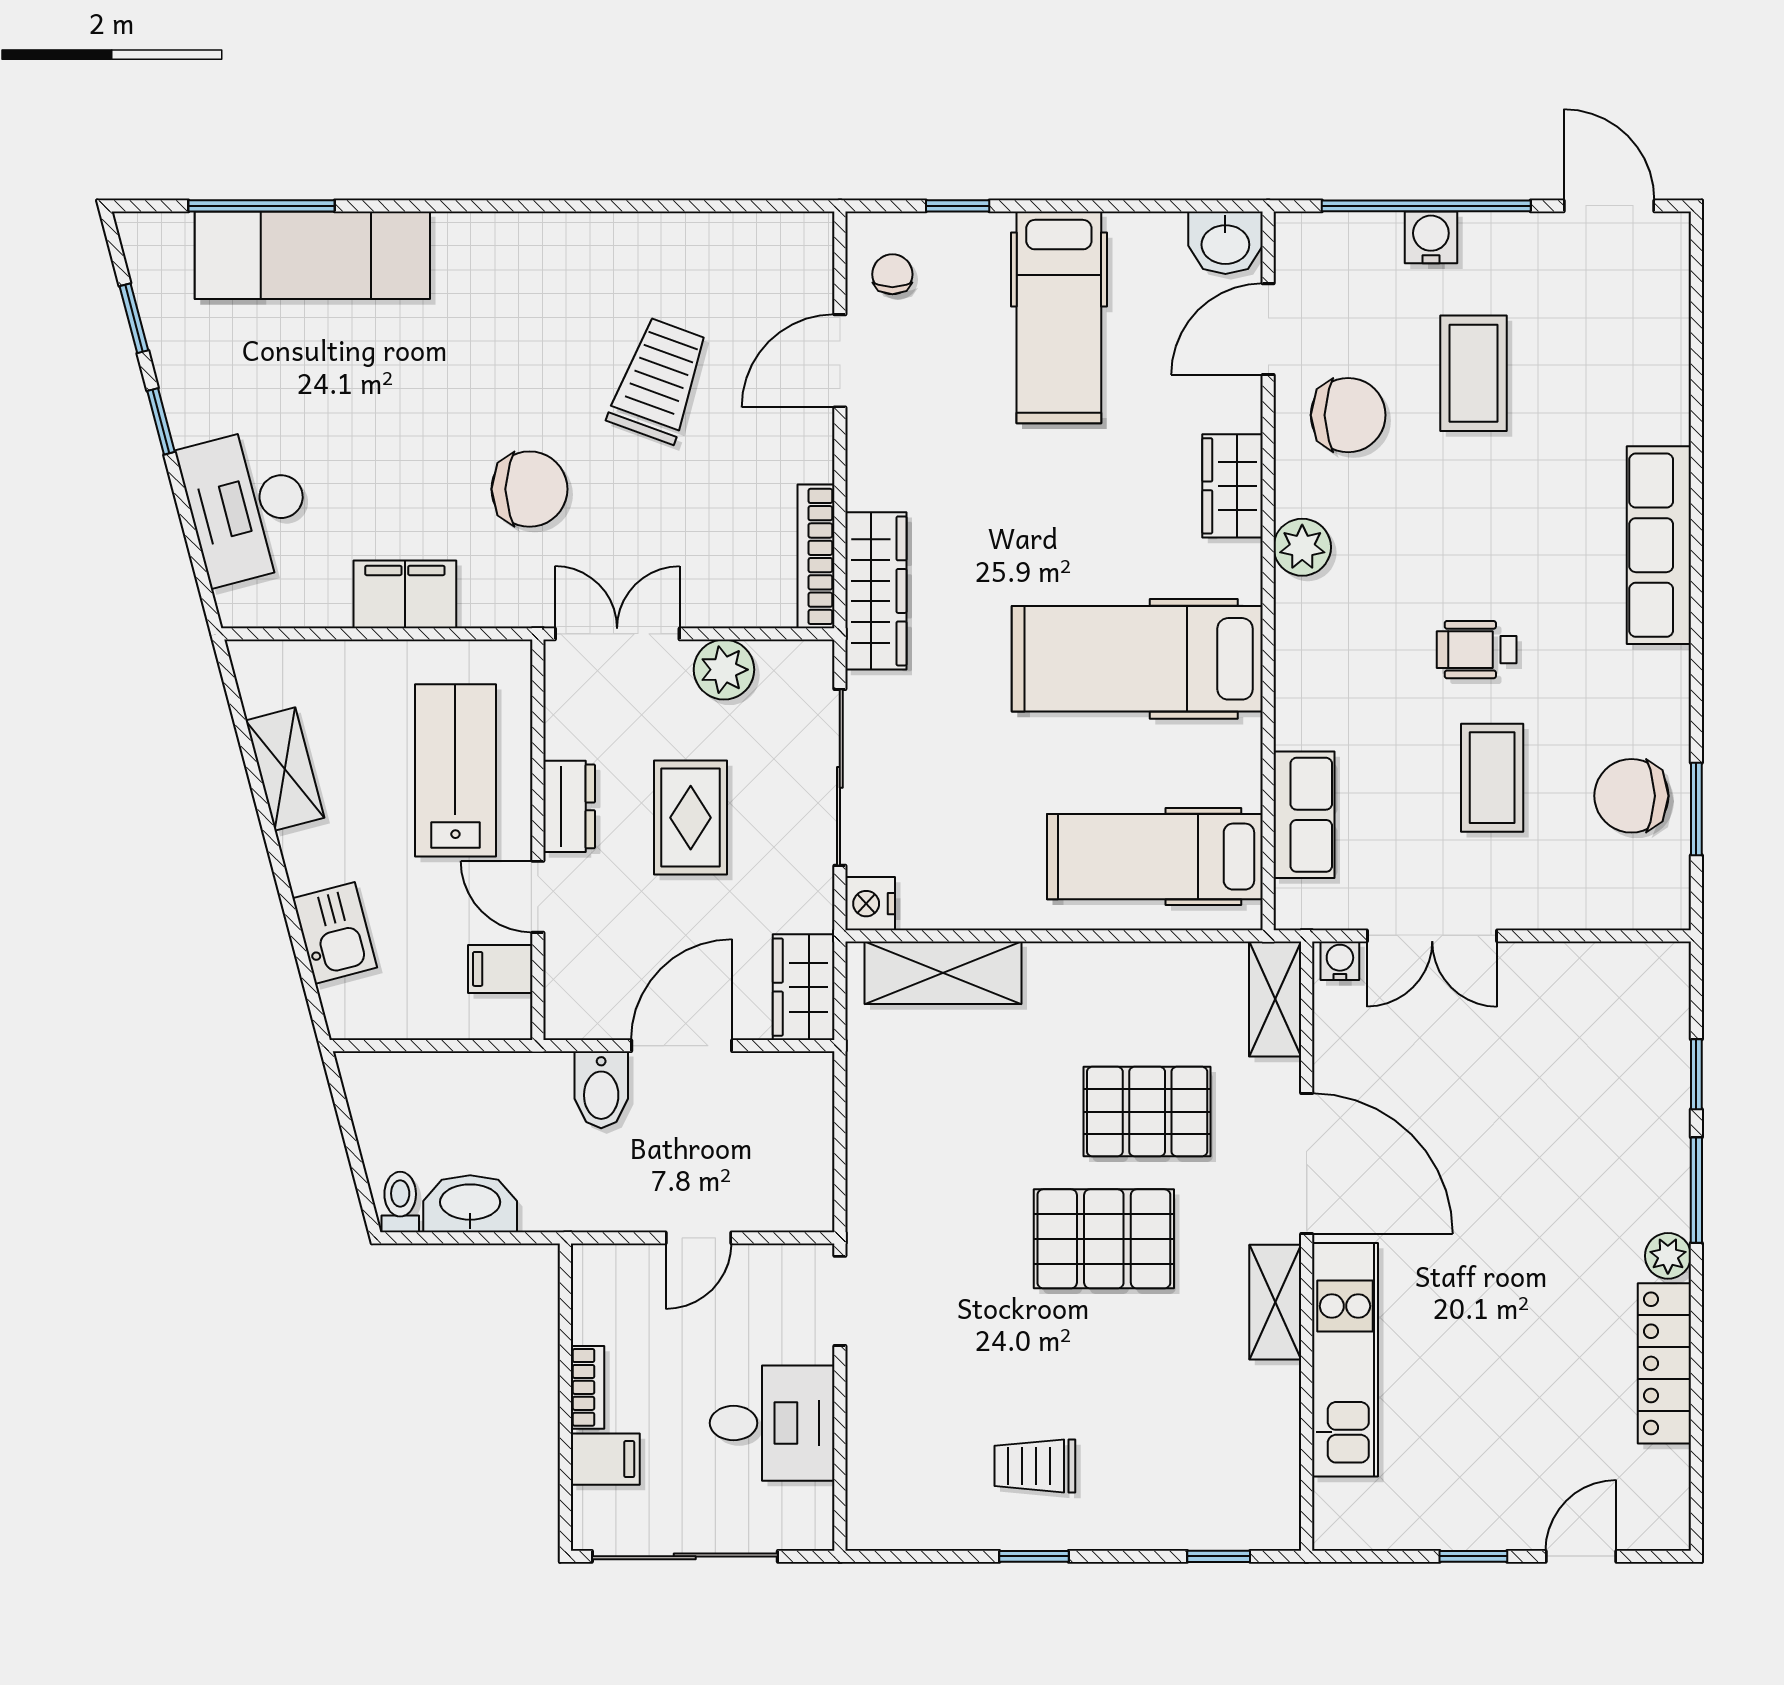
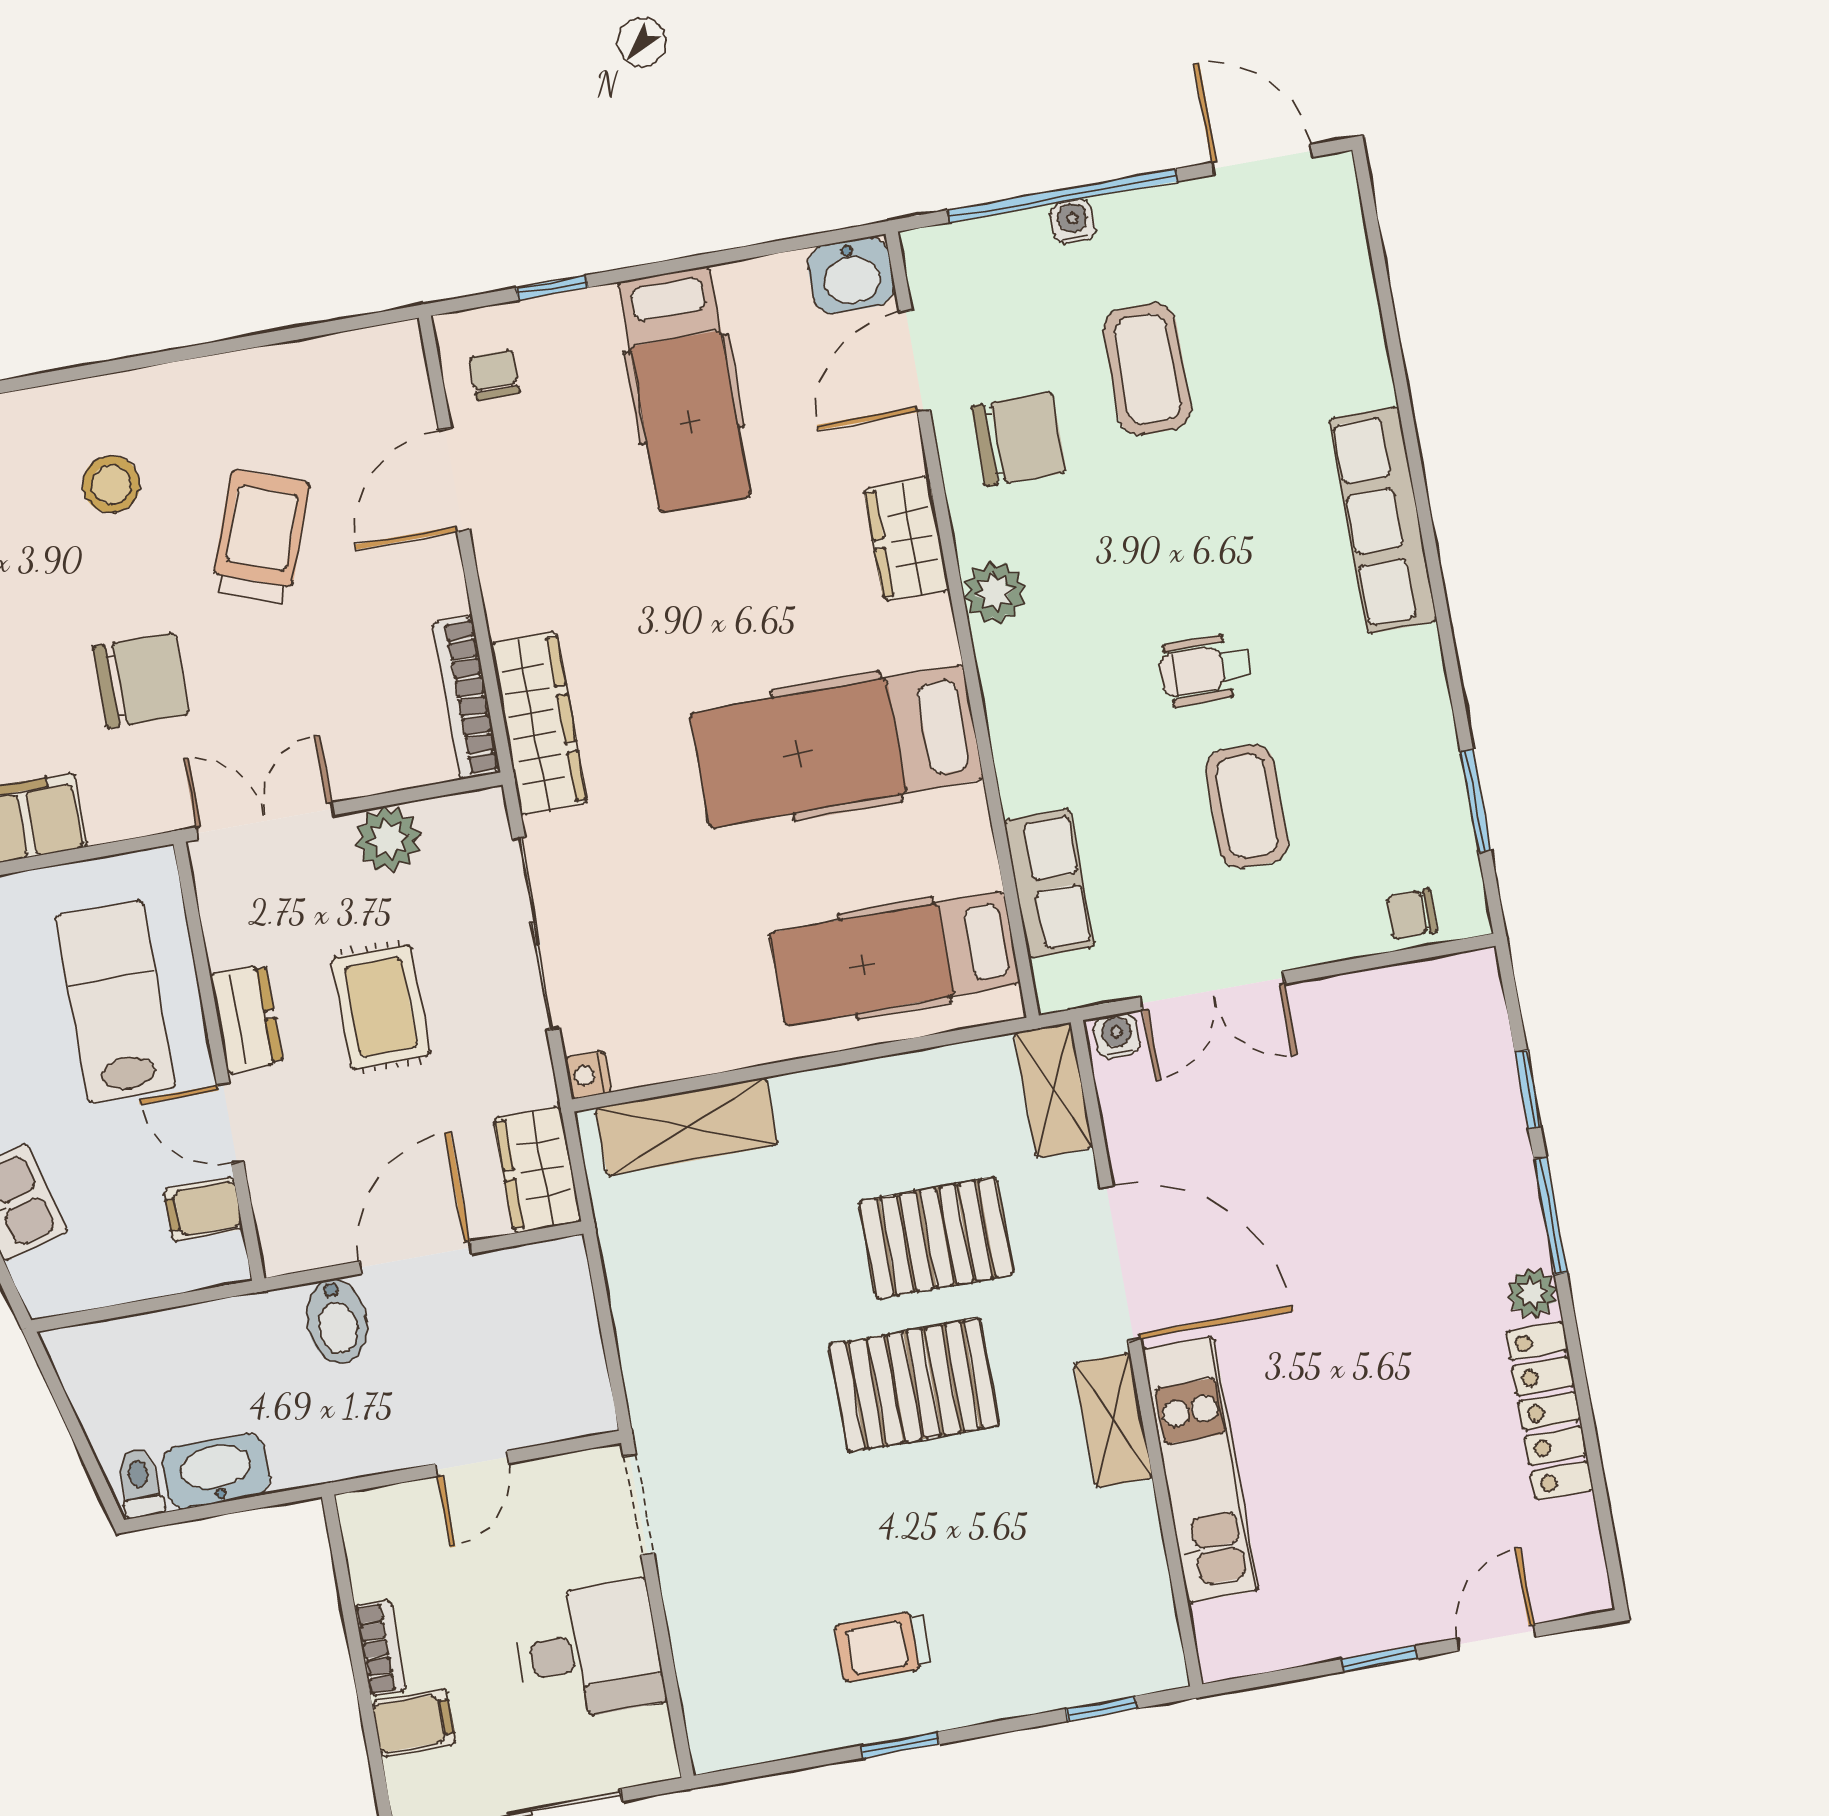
water cooler: (1431, 237) -> (1073, 221), width x0.72, depth x0.72
stool: (534, 310) -> (111, 484), added
chair: (1631, 796) -> (1412, 914), moved, width x0.54, depth x0.54
nightstand: (870, 904) -> (588, 1075), width x0.72, depth x0.74

